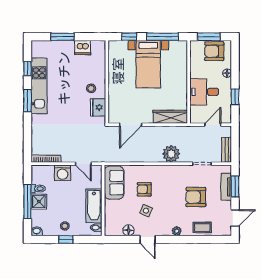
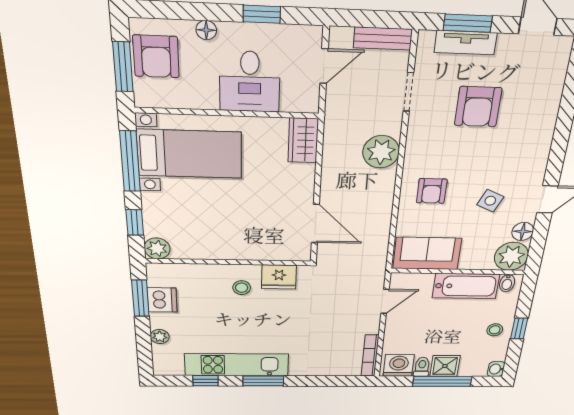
window: (63, 37) -> (140, 298), moved
plant: (58, 45) -> (160, 337), added
plant: (114, 47) -> (157, 248), added
bed with nightstands: (148, 64) -> (190, 154), moved
wardrobe: (170, 117) -> (303, 140), width x0.67
door: (213, 125) -> (324, 66), swing flipped
washing machine: (63, 173) -> (399, 365), moved, turned -90
armchair: (144, 189) -> (432, 191), moved
coffee table: (202, 228) -> (545, 96), removed
plant: (177, 231) -> (511, 256), moved, width x1.87, depth x1.87

